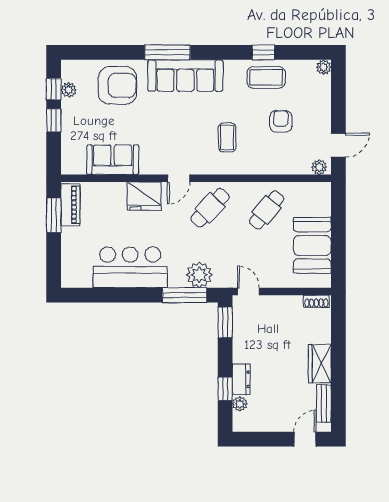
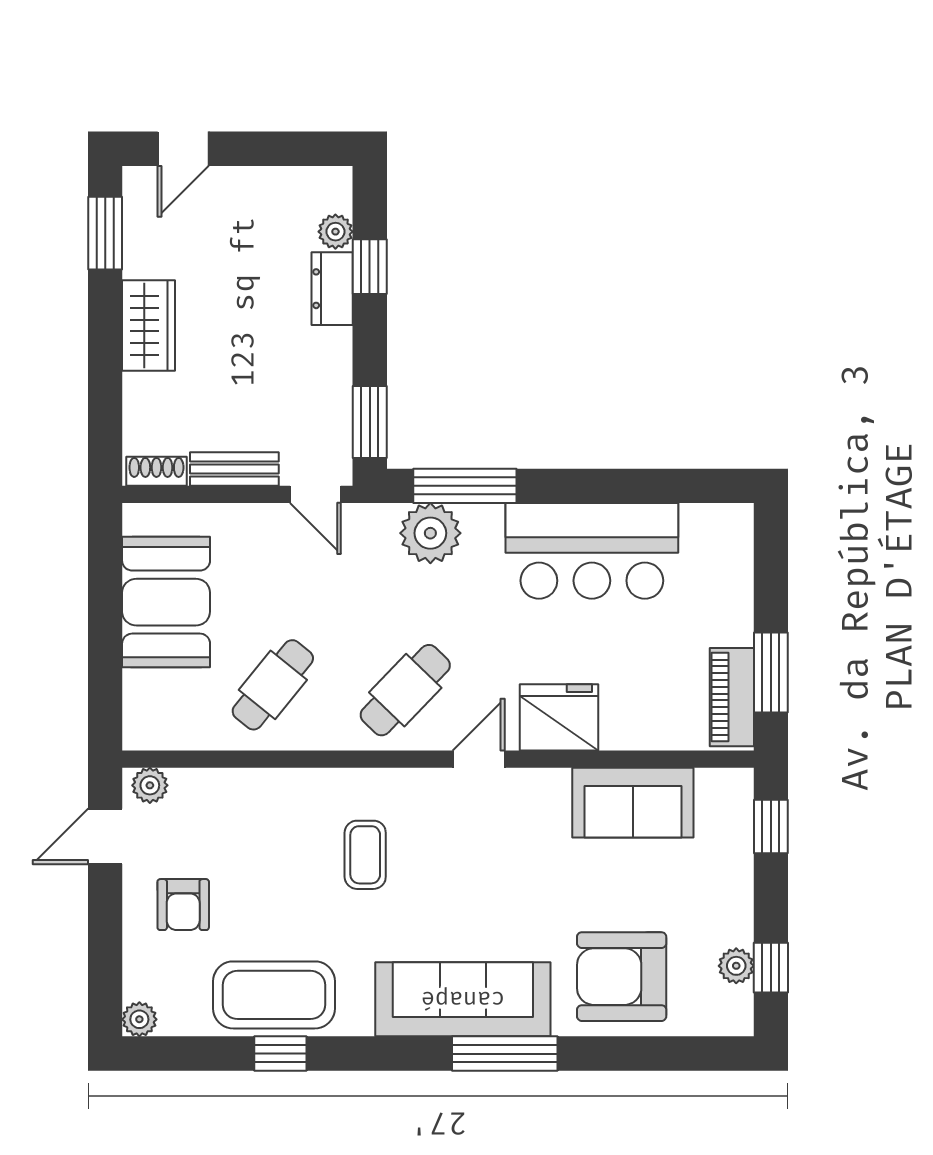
coffee table: (266, 77) -> (274, 995), width x1.36, depth x1.32
window: (54, 120) -> (771, 827), moved
armchair: (281, 121) -> (183, 905), moved
bench: (324, 403) -> (234, 469), moved, turned 90
window: (338, 403) -> (105, 233), added

